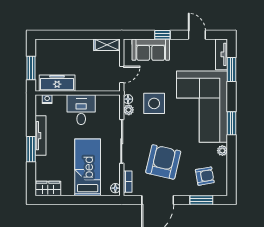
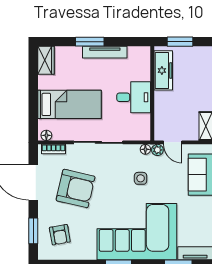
nightstand: (47, 99) -> (145, 59), removed
side table: (154, 103) -> (141, 178), width x0.54, depth x0.54
plant: (129, 110) -> (157, 150), moved
plant: (222, 151) -> (88, 254), removed

